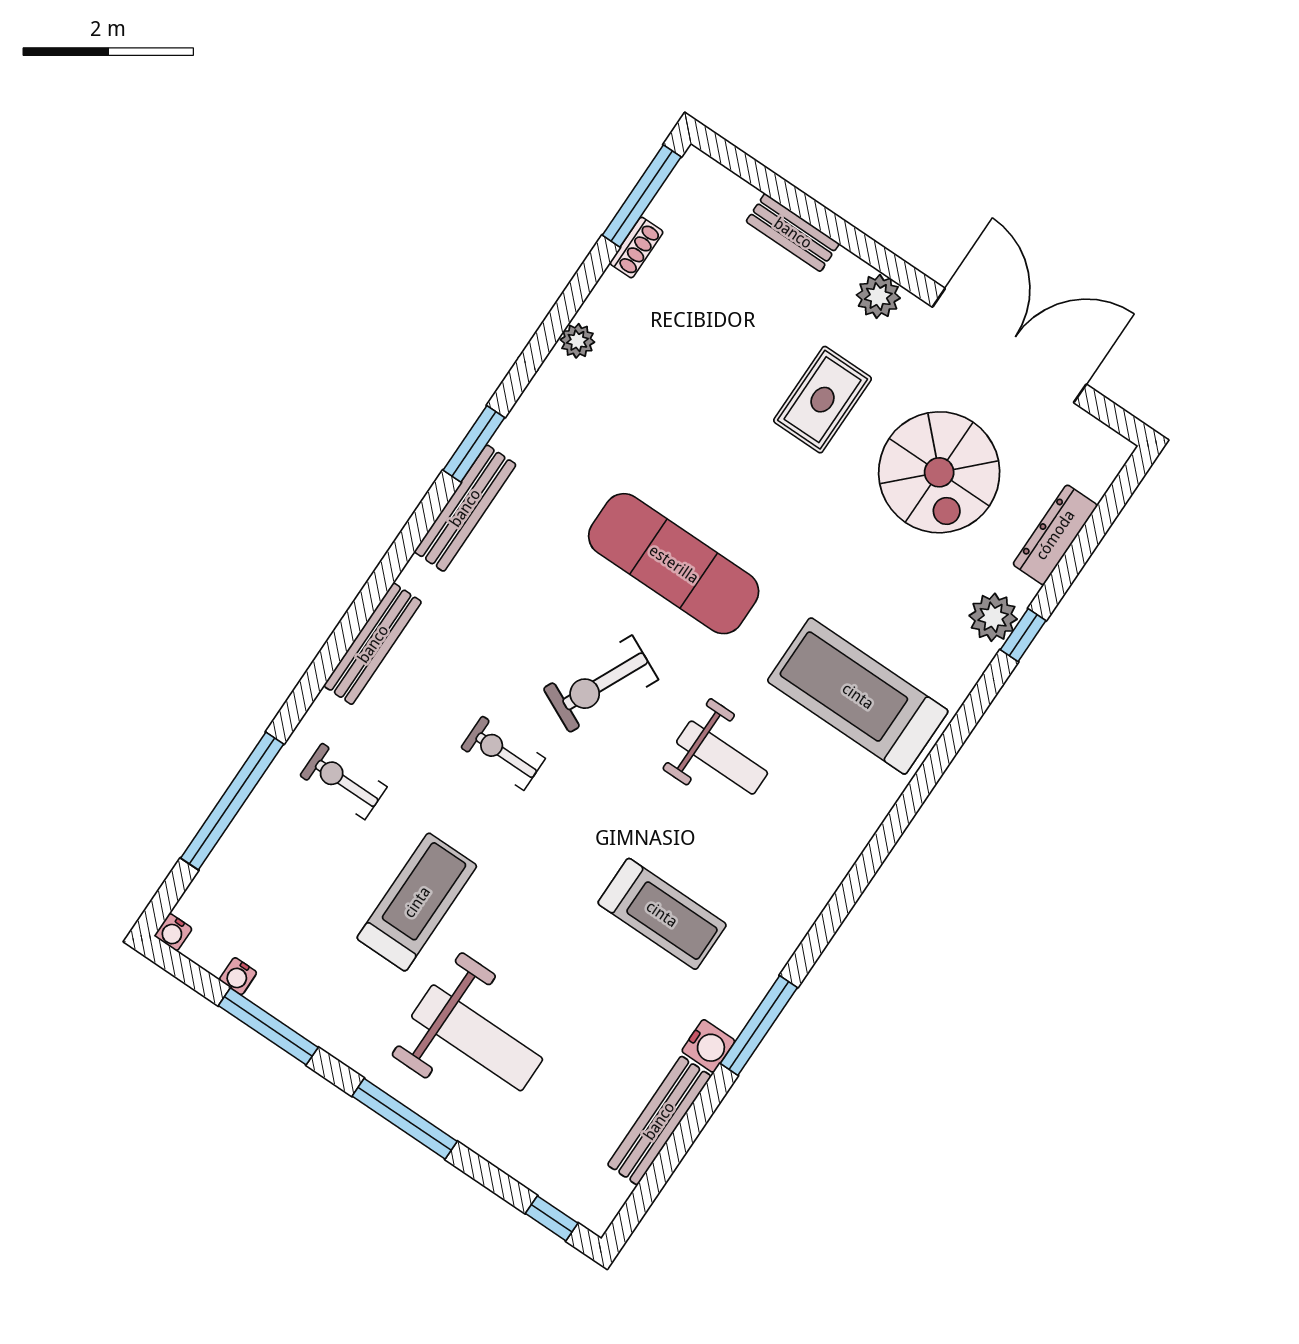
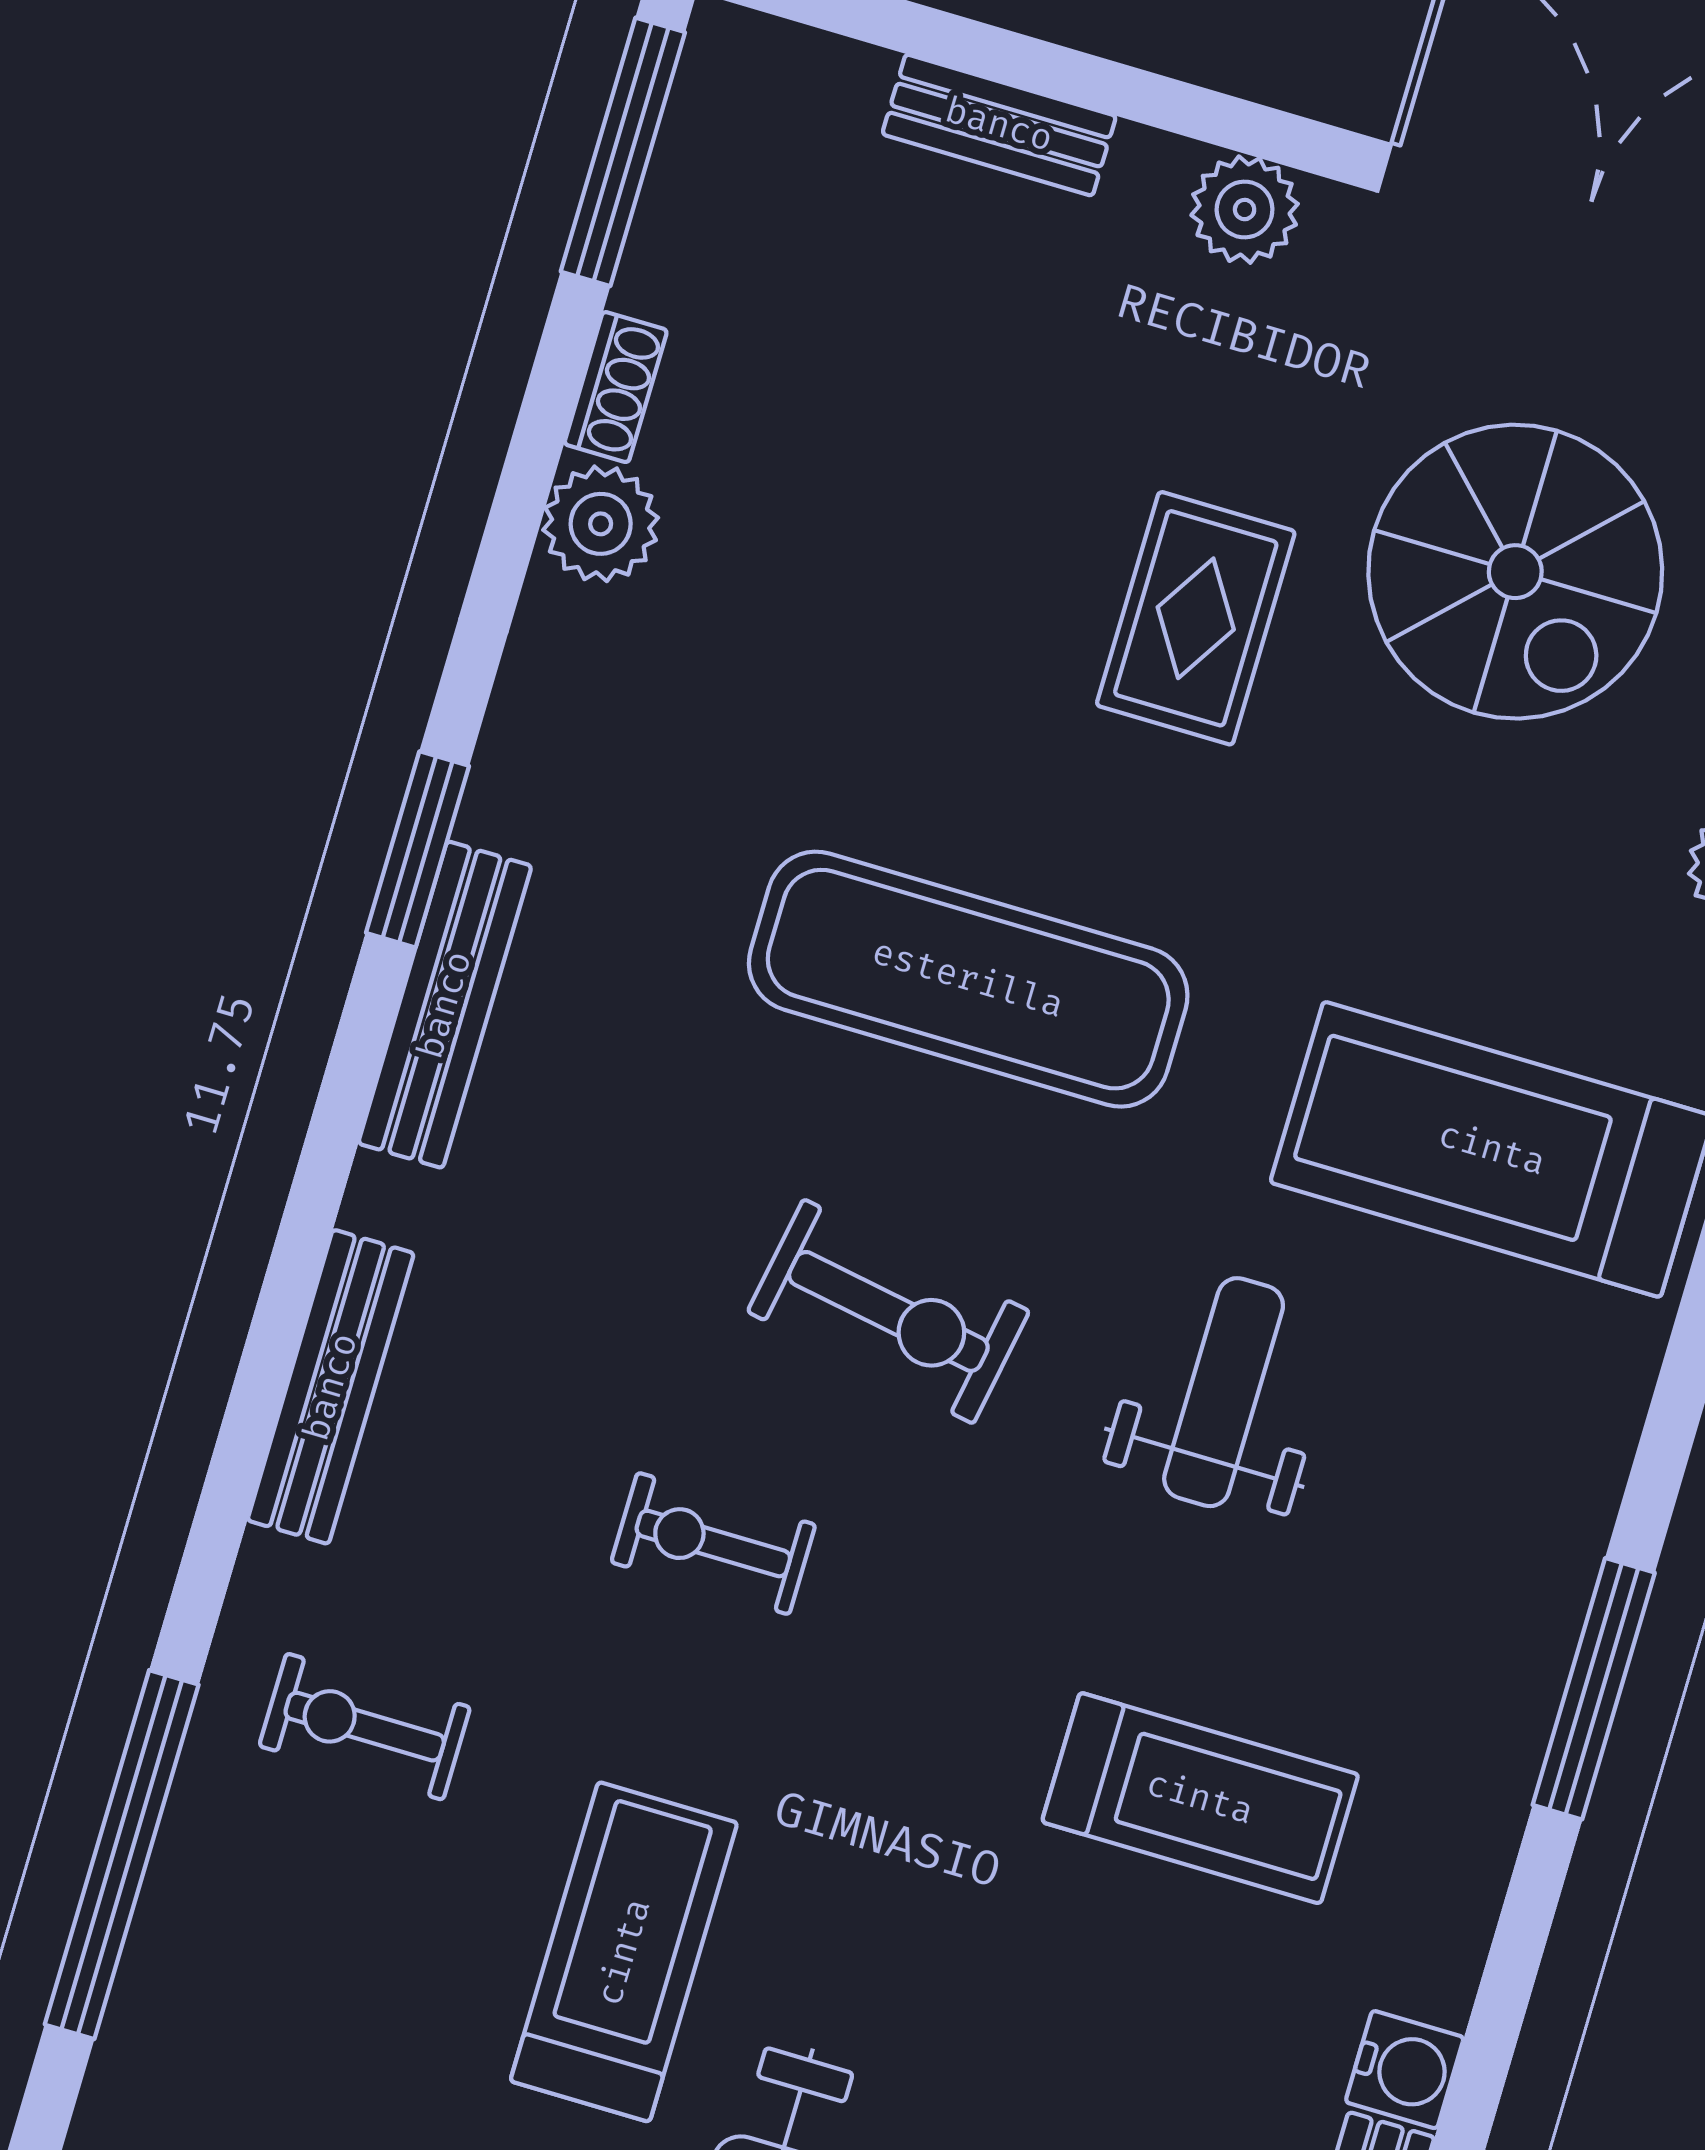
shoe rack: (636, 248) -> (616, 387), moved
plant: (577, 341) -> (601, 524), width x1.38, depth x1.38
rug: (823, 400) -> (1196, 618), moved
exercise bike: (601, 684) -> (888, 1311), turned -105
weight bench: (722, 758) -> (1224, 1392), turned -90
window: (759, 1025) -> (1594, 1689), moved

